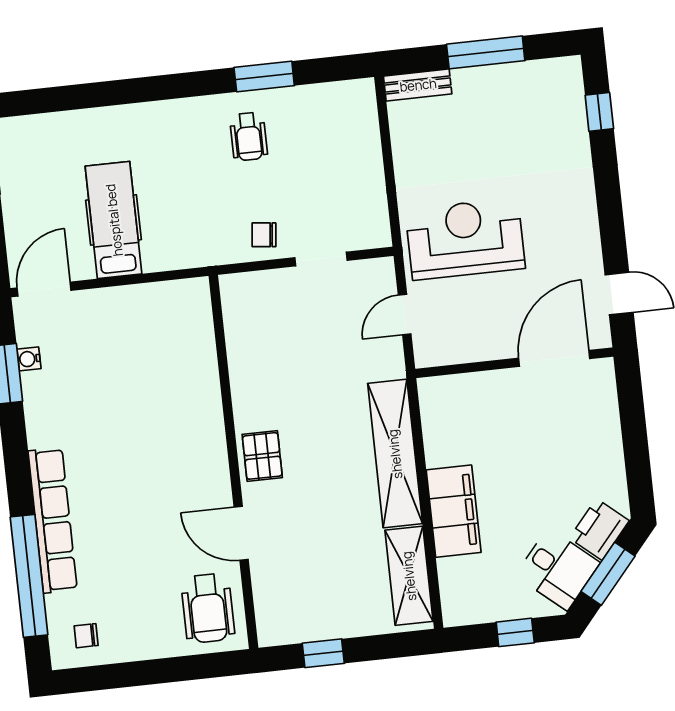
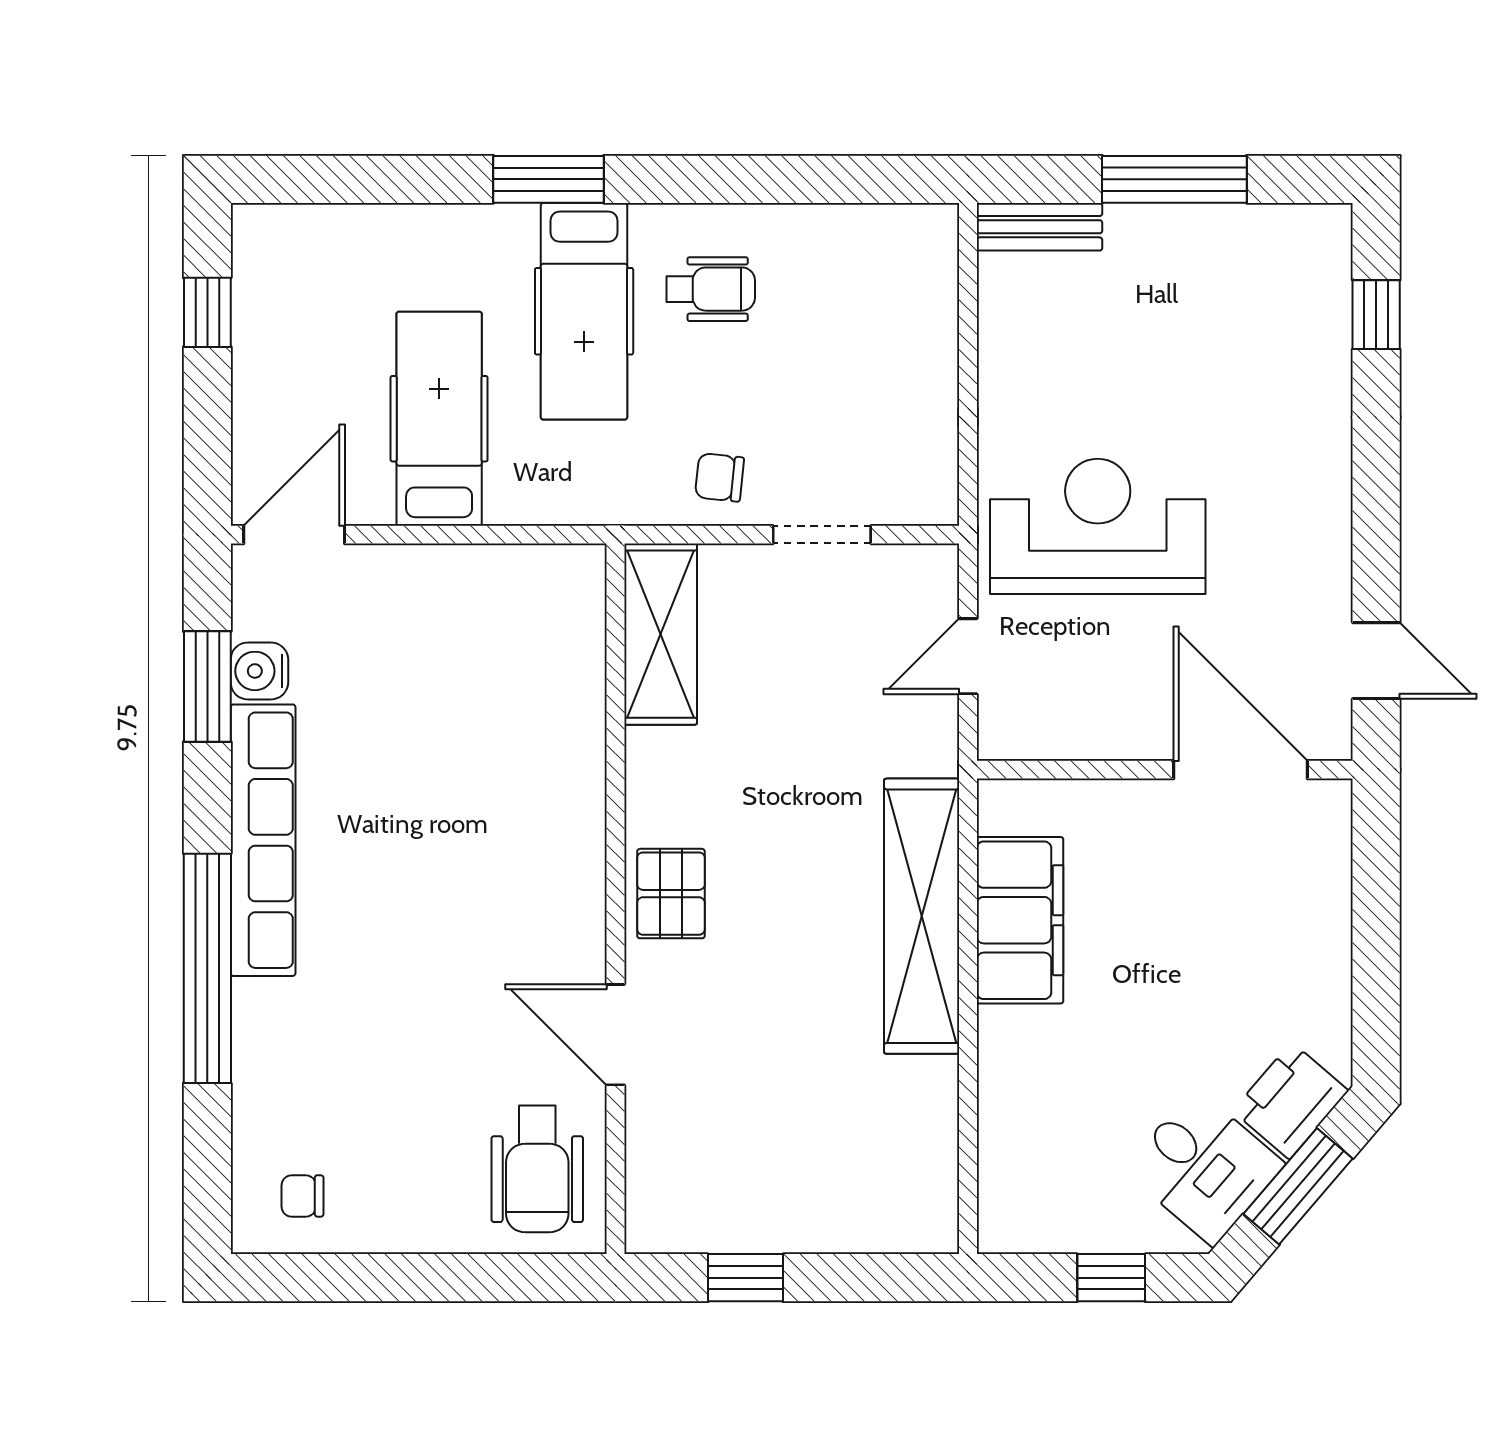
window: (264, 76) -> (549, 179), moved
wheelchair: (249, 136) -> (711, 289), turned -90
hospital bed: (183, 155) -> (584, 311), added
door: (554, 358) -> (1241, 770), hinge flipped
water cooler: (29, 359) -> (259, 671), width x1.38, depth x1.38
filing cabinet: (454, 511) -> (1020, 920), moved
row of seats: (53, 520) -> (263, 840), moved
window: (29, 576) -> (207, 968), moved
shelving: (409, 576) -> (661, 634), moved

